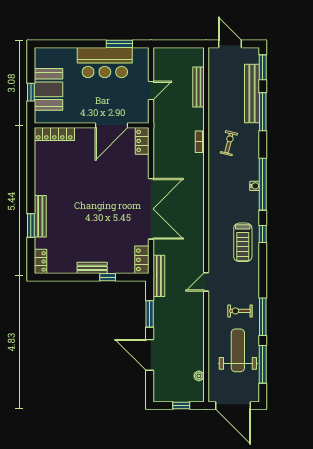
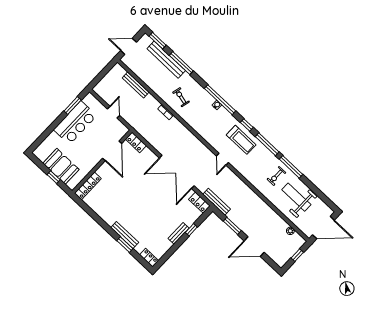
double door: (151, 209) -> (177, 172), swing flipped
door: (206, 282) -> (222, 159), moved
window: (263, 364) -> (267, 144), moved

